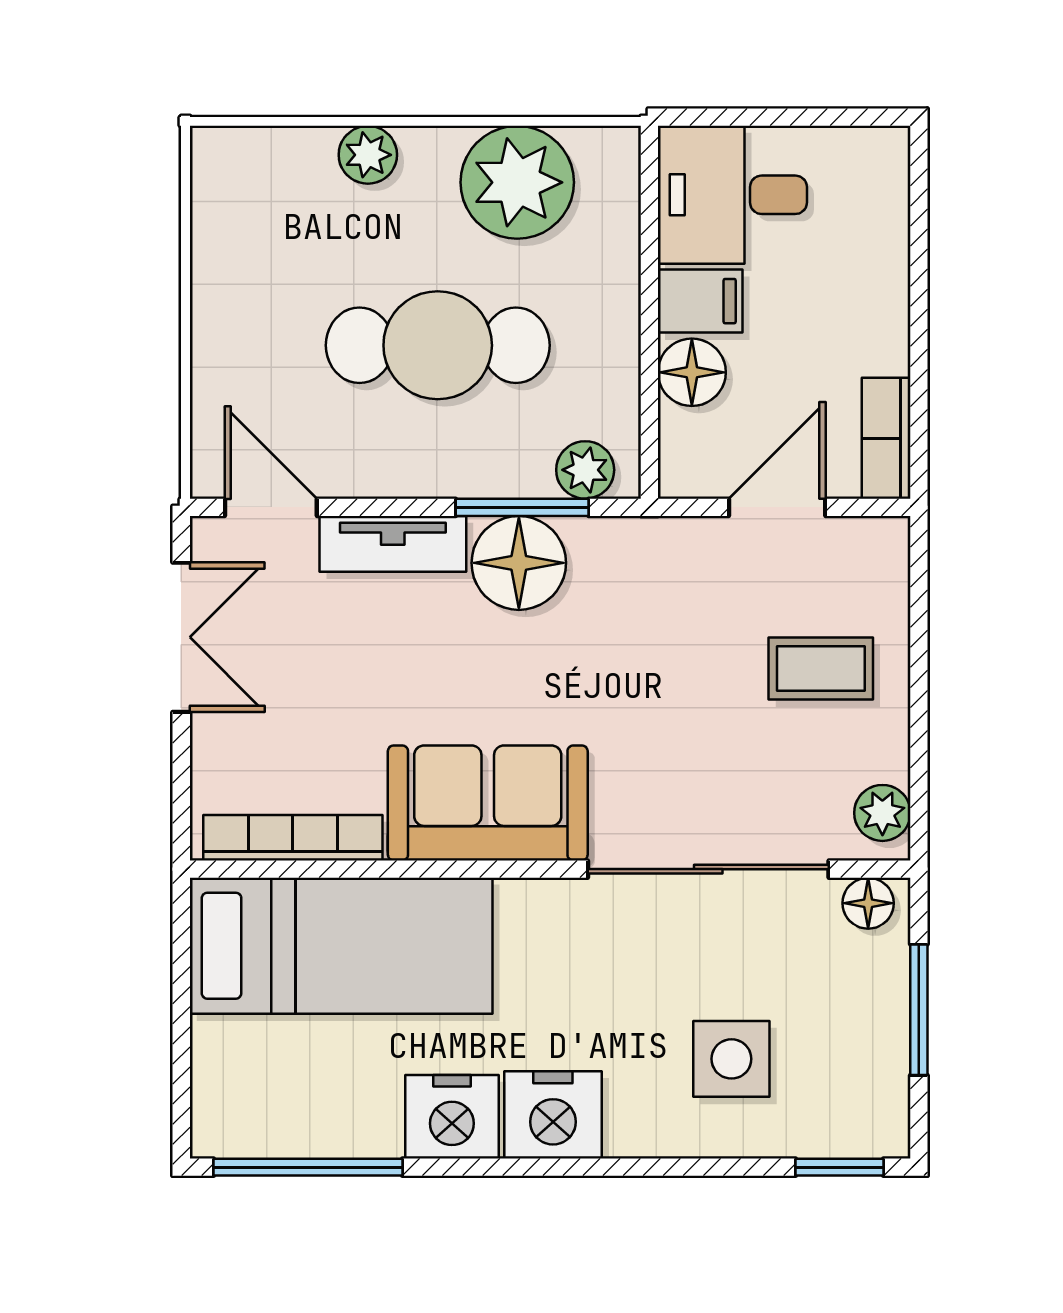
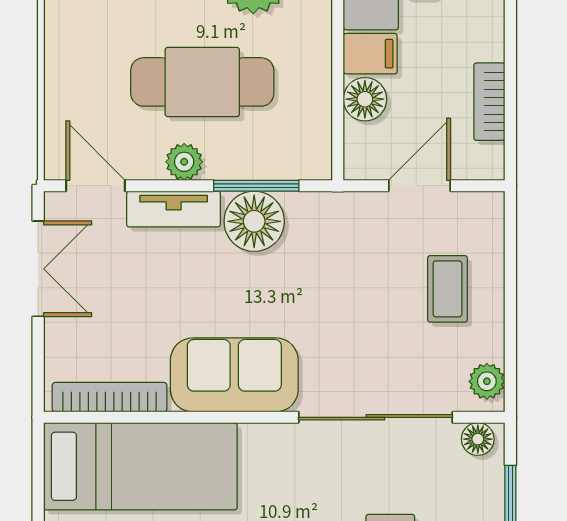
bookcase: (886, 438) -> (489, 102), moved
plant: (585, 470) -> (184, 162), moved
coffee table: (821, 669) -> (447, 289), turned 90

